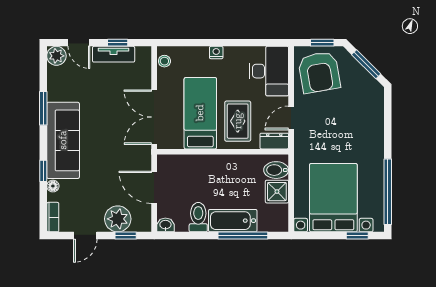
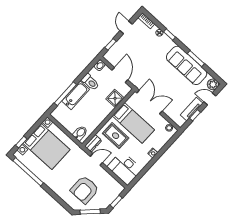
armchair: (319, 72) -> (85, 190), moved, turned -80
door: (291, 118) -> (96, 159), hinge flipped
sofa: (63, 140) -> (187, 65), moved
door: (154, 187) -> (120, 75), hinge flipped
shower: (277, 192) -> (115, 98), moved
plant: (118, 219) -> (121, 47), removed

